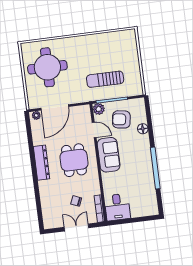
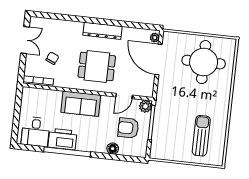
sun lounger: (105, 79) -> (201, 136), moved
armchair: (121, 119) -> (128, 128), turned -99
sofa: (109, 155) -> (81, 104), moved
printer: (145, 175) -> (62, 139), added
desk: (117, 207) -> (36, 132), moved, turned -90
double door: (76, 227) -> (25, 40), moved

